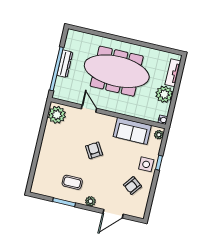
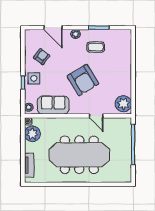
dresser: (65, 64) -> (127, 151), removed
plant: (164, 94) -> (32, 134), moved
armchair: (94, 150) -> (83, 80), width x1.88, depth x1.88
door: (113, 214) -> (53, 28), swing flipped

